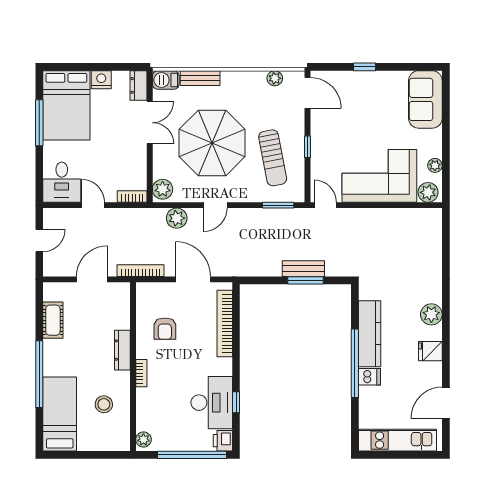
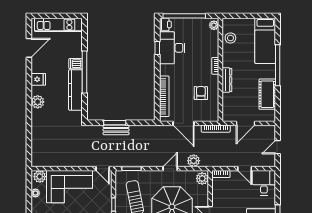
cot: (53, 320) -> (267, 94), width x1.37, depth x1.34
stool: (104, 404) -> (230, 38), moved

